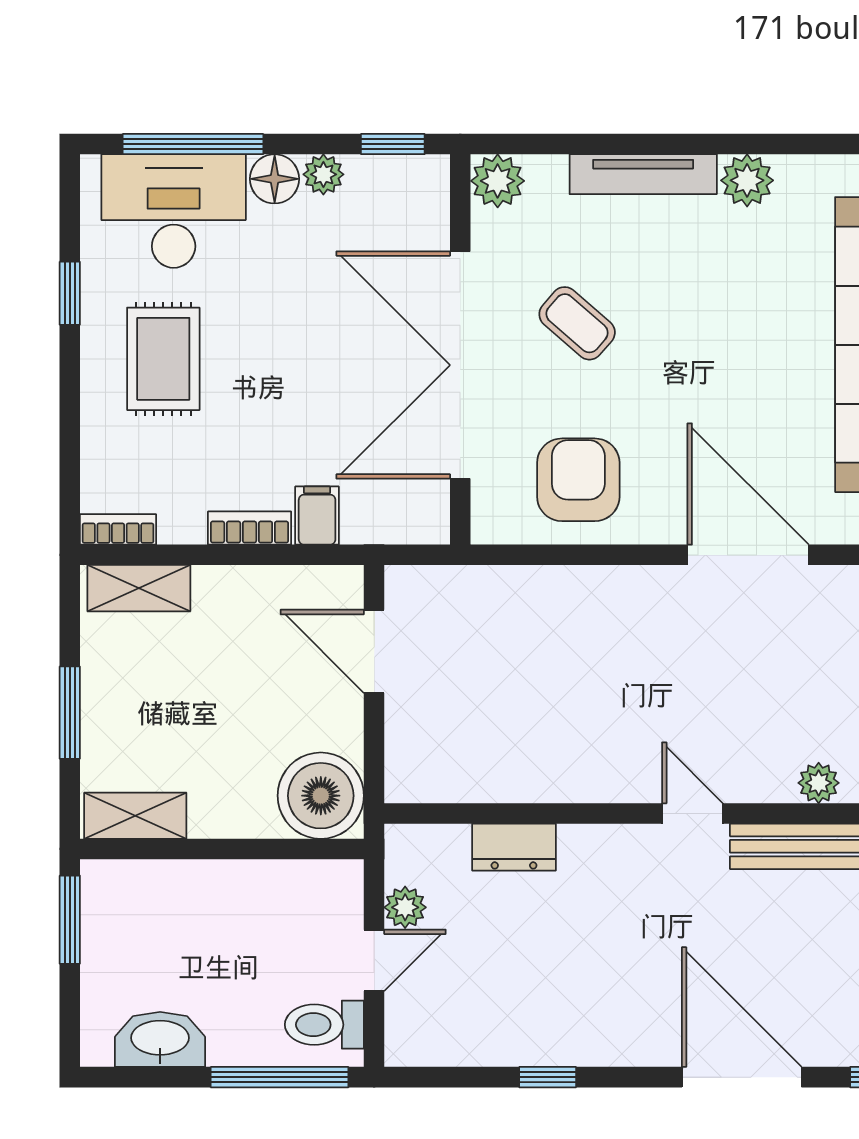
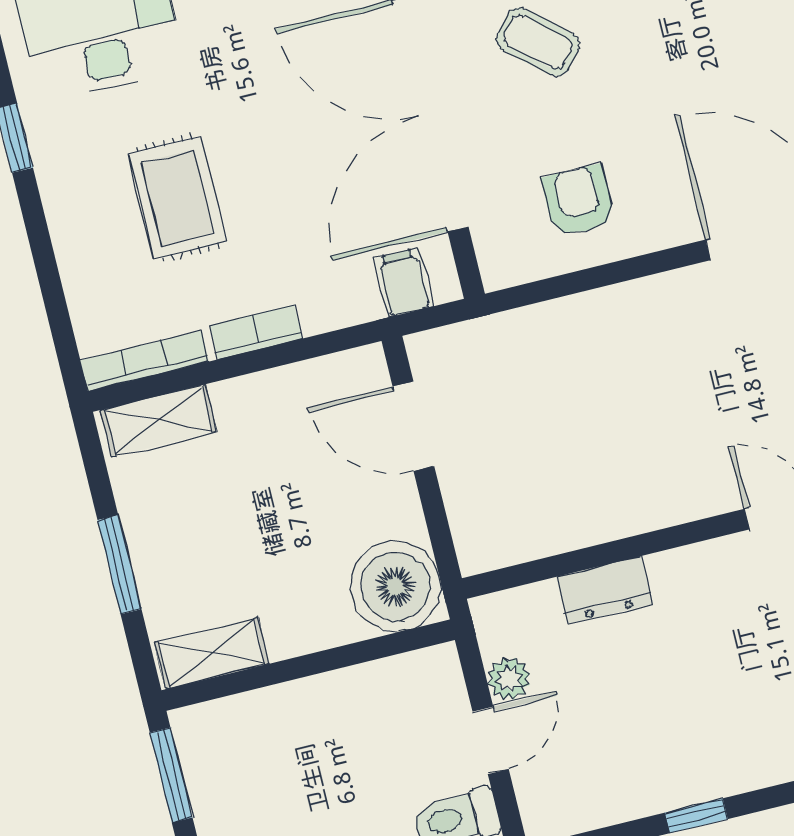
rug: (163, 359) -> (177, 198), moved
armchair: (578, 480) -> (578, 201), width x0.72, depth x0.72
filing cabinet: (317, 516) -> (403, 282), moved
bookcase: (118, 529) -> (145, 361), width x1.56

